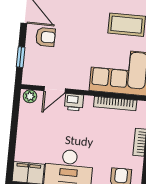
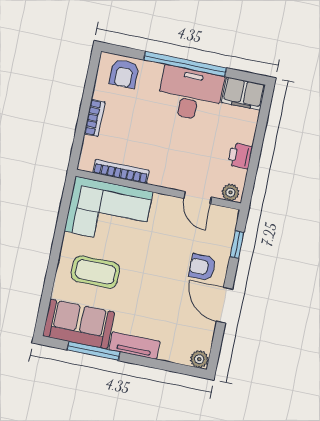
door: (55, 90) -> (198, 198), swing flipped
printer: (74, 102) -> (240, 156), moved, turned -90

